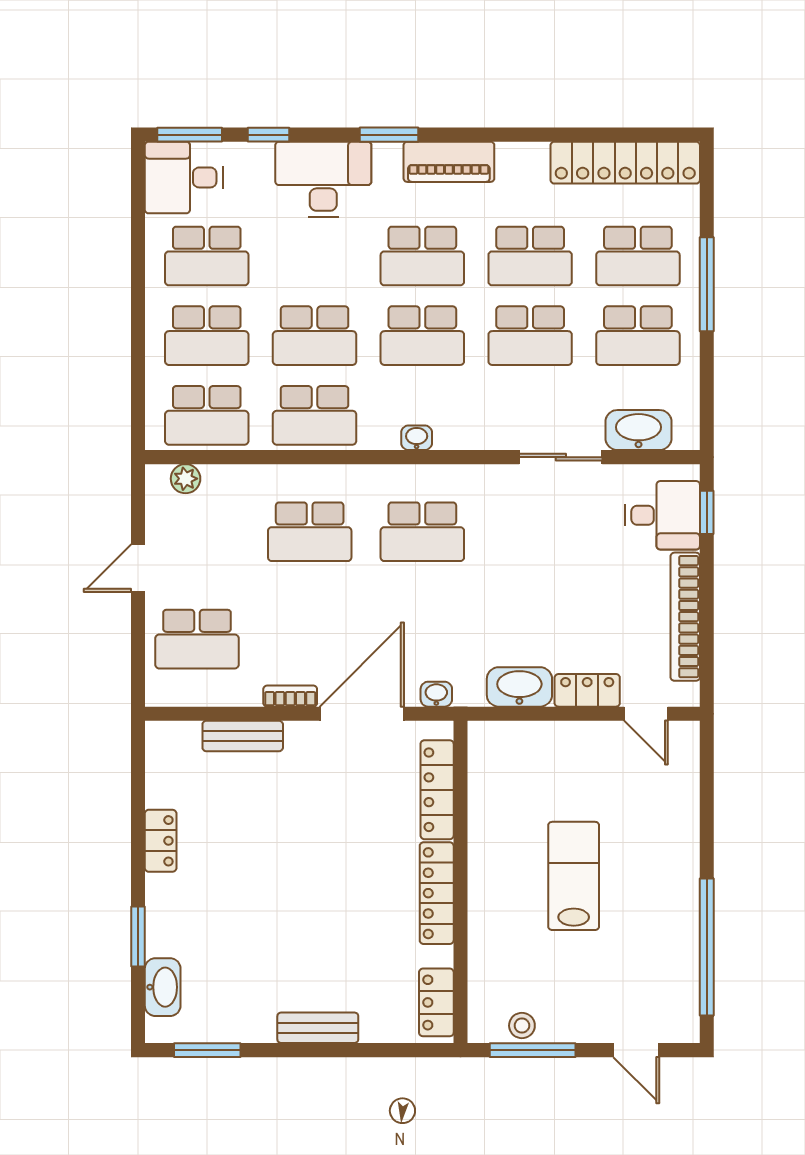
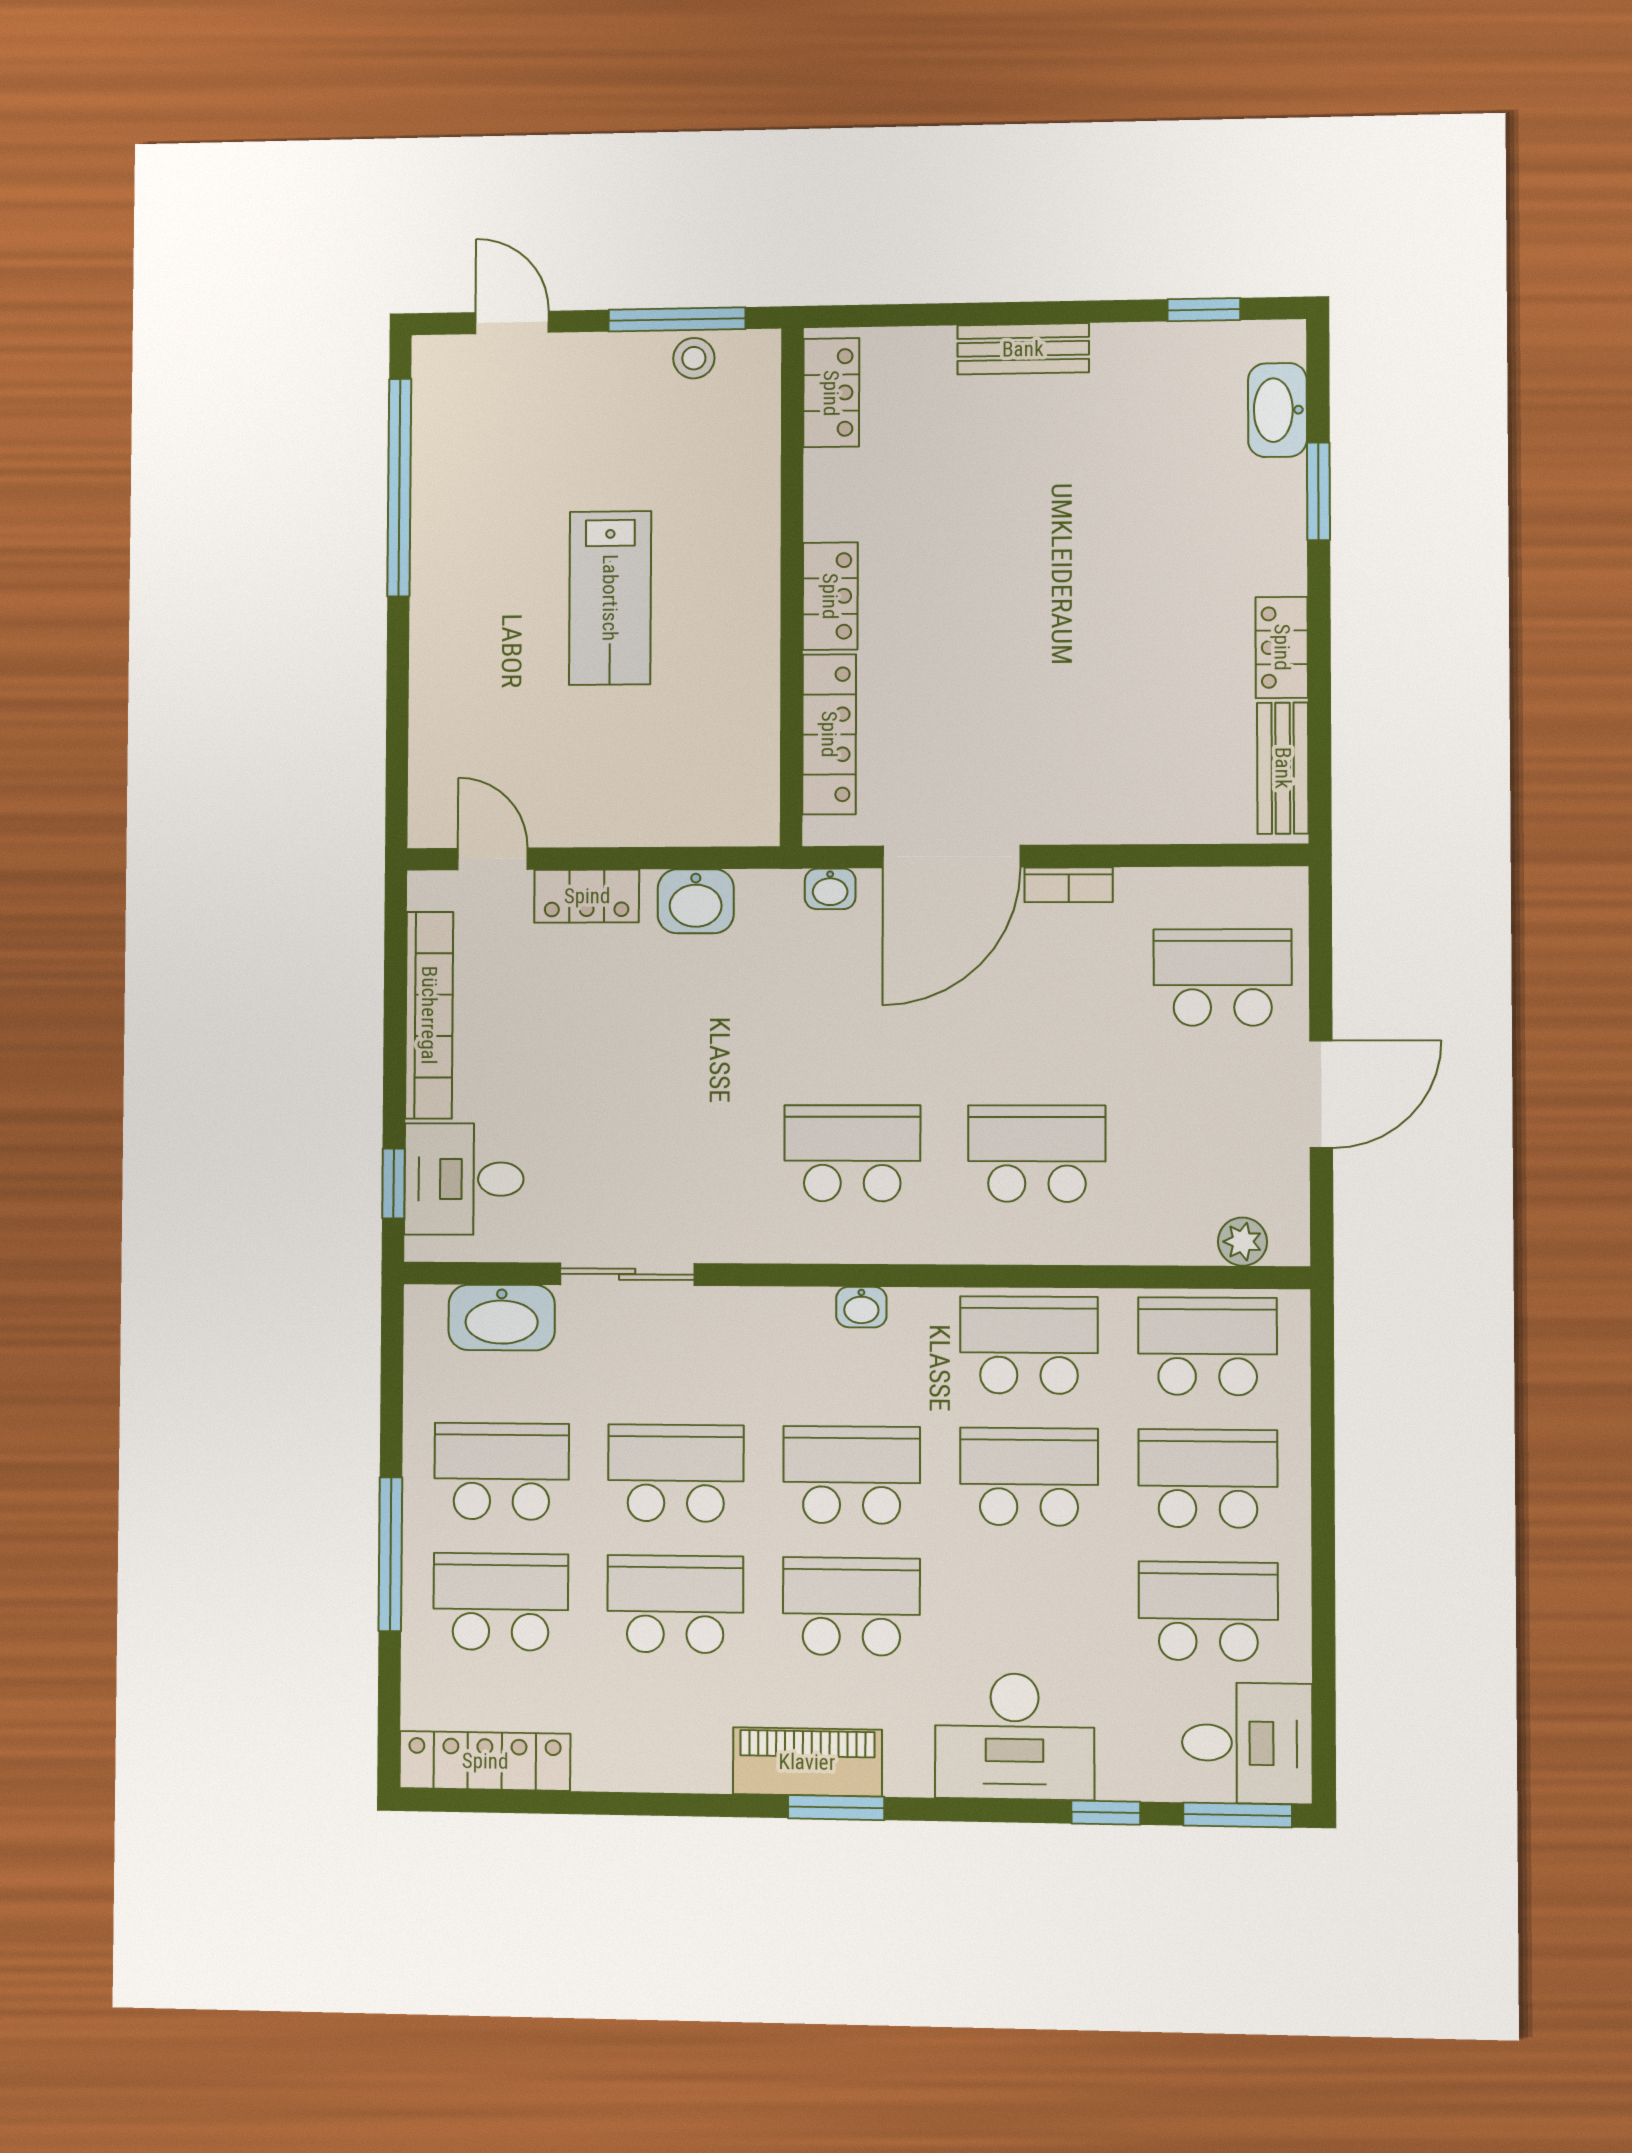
window: (389, 135) -> (836, 1808), moved
locker: (625, 163) -> (485, 1761), width x0.71, depth x0.83
door: (138, 568) -> (1321, 1094), width x1.37
washbasin: (519, 687) -> (696, 901), width x0.72
bench: (243, 736) -> (1283, 768), moved, turned 90
locker: (437, 893) -> (830, 596), width x0.66
window: (207, 1050) -> (1204, 310), width x0.67

